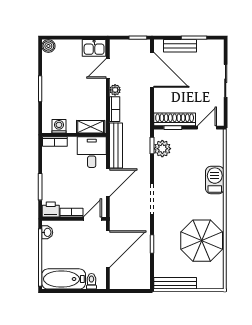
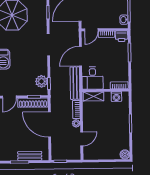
kitchen sink: (94, 48) -> (92, 154), removed
door: (152, 70) -> (49, 124), moved

